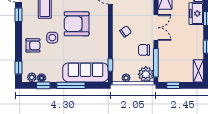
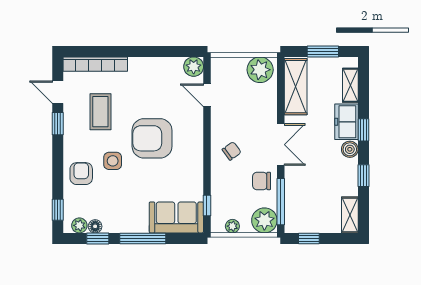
boiler: (198, 30) -> (350, 149), added
armchair: (33, 45) -> (81, 174), turned -90
sofa: (86, 72) -> (176, 217), width x0.73

